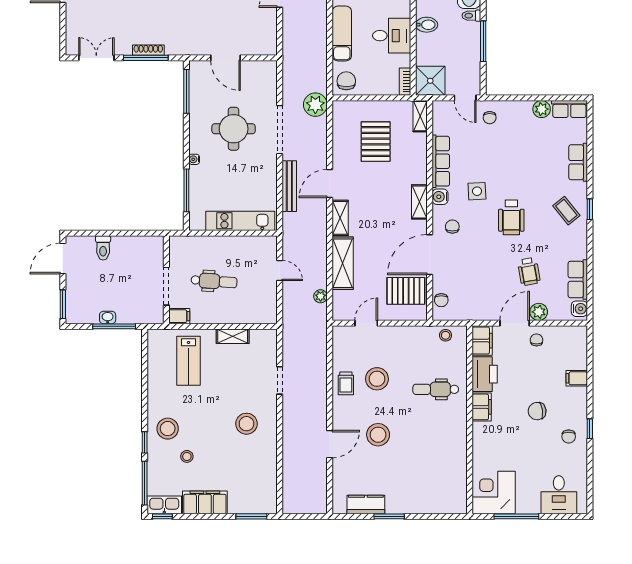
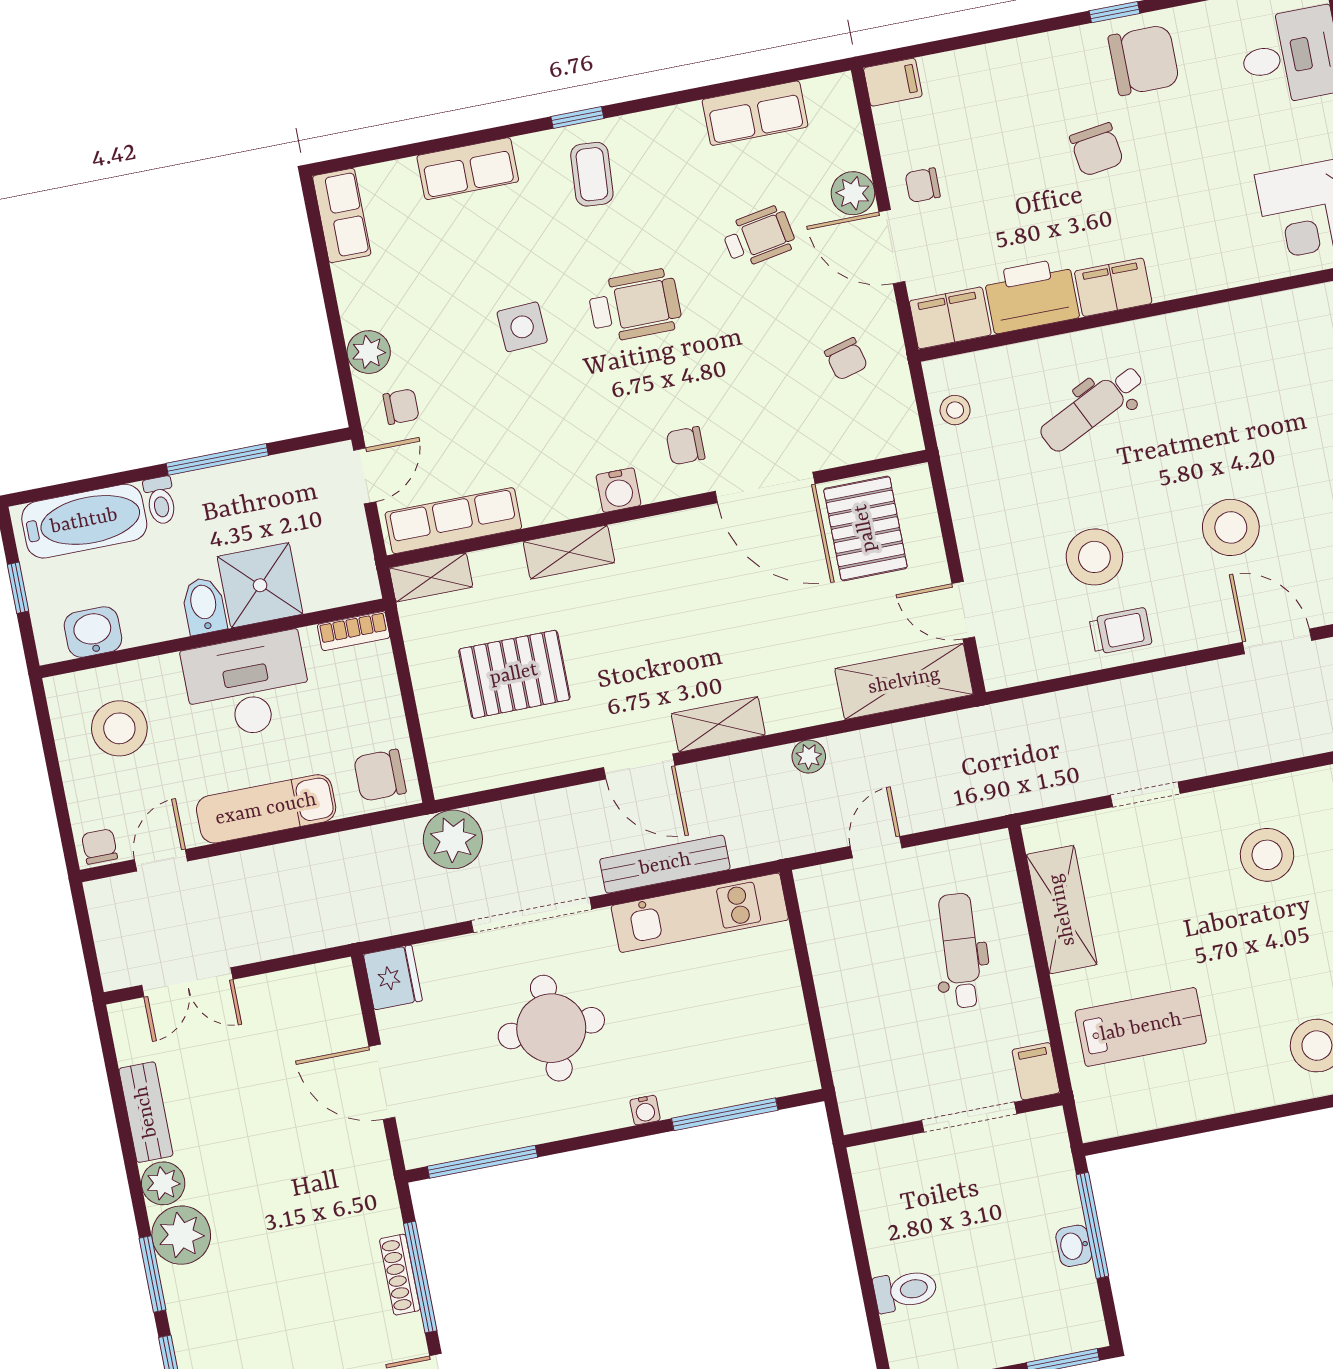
desk: (392, 36) -> (247, 686), width x1.37
door: (226, 58) -> (382, 1082), swing flipped
fridge: (266, 70) -> (393, 977), added
shower: (430, 81) -> (260, 585), moved
plant: (542, 109) -> (369, 352), moved
row of seats: (441, 161) -> (453, 521), moved
side table: (477, 191) -> (522, 327), moved
shelving: (419, 202) -> (569, 552), moved
coffee table: (566, 211) -> (592, 174), turned -47
kitchen unit: (240, 221) -> (700, 913), moved, turned -90
shelving: (343, 263) -> (904, 681), moved
dental chair: (214, 281) -> (961, 951), moved
plant: (321, 296) -> (809, 757), moved
chair: (441, 300) -> (846, 359), moved, turned 75
water cooler: (579, 309) -> (826, 95), removed
shelving: (233, 336) -> (1062, 910), width x1.50, depth x1.33
filing cabinet: (577, 378) -> (893, 82), moved, turned -90
dental chair: (436, 389) -> (1092, 408), turned 64
chair: (569, 437) -> (1144, 60), width x1.87, depth x1.87

